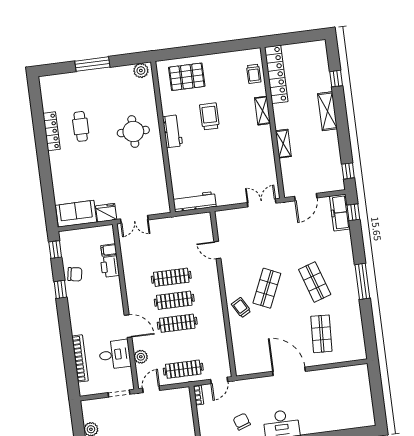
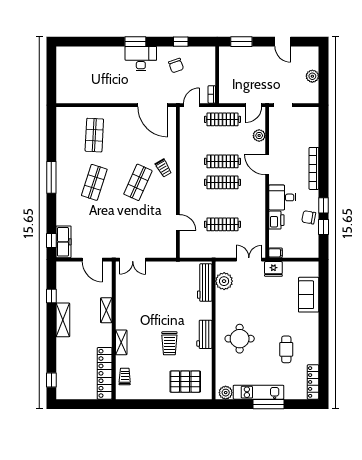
kitchen unit: (105, 76) -> (258, 392), added
window: (336, 79) -> (51, 380), moved
shelving: (327, 111) -> (63, 320), moved
locker: (52, 131) -> (313, 382), moved
window: (348, 171) -> (51, 296), moved
plant: (159, 192) -> (224, 281), added
door: (306, 197) -> (92, 260), swing flipped
workbench: (194, 202) -> (205, 283), moved, turned 90
sofa: (76, 214) -> (309, 295), moved, turned 90
window: (55, 250) -> (324, 227), moved
filing cabinet: (109, 250) -> (275, 253), moved
clothes rail: (171, 277) -> (222, 224), moved
shop shelf: (315, 282) -> (94, 182), turned 36
desk: (115, 355) -> (282, 197), moved
bookcase: (80, 358) -> (314, 168), moved
door: (289, 371) -> (153, 105), moved

